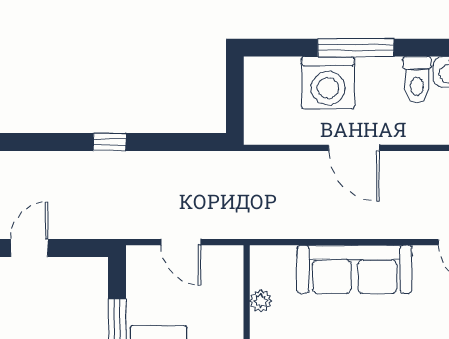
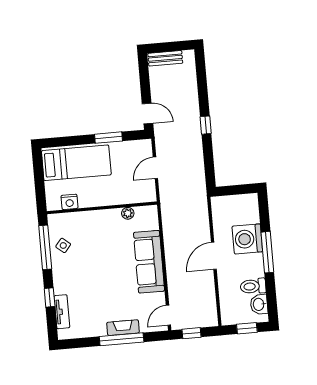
door: (29, 248) -> (148, 114), moved

